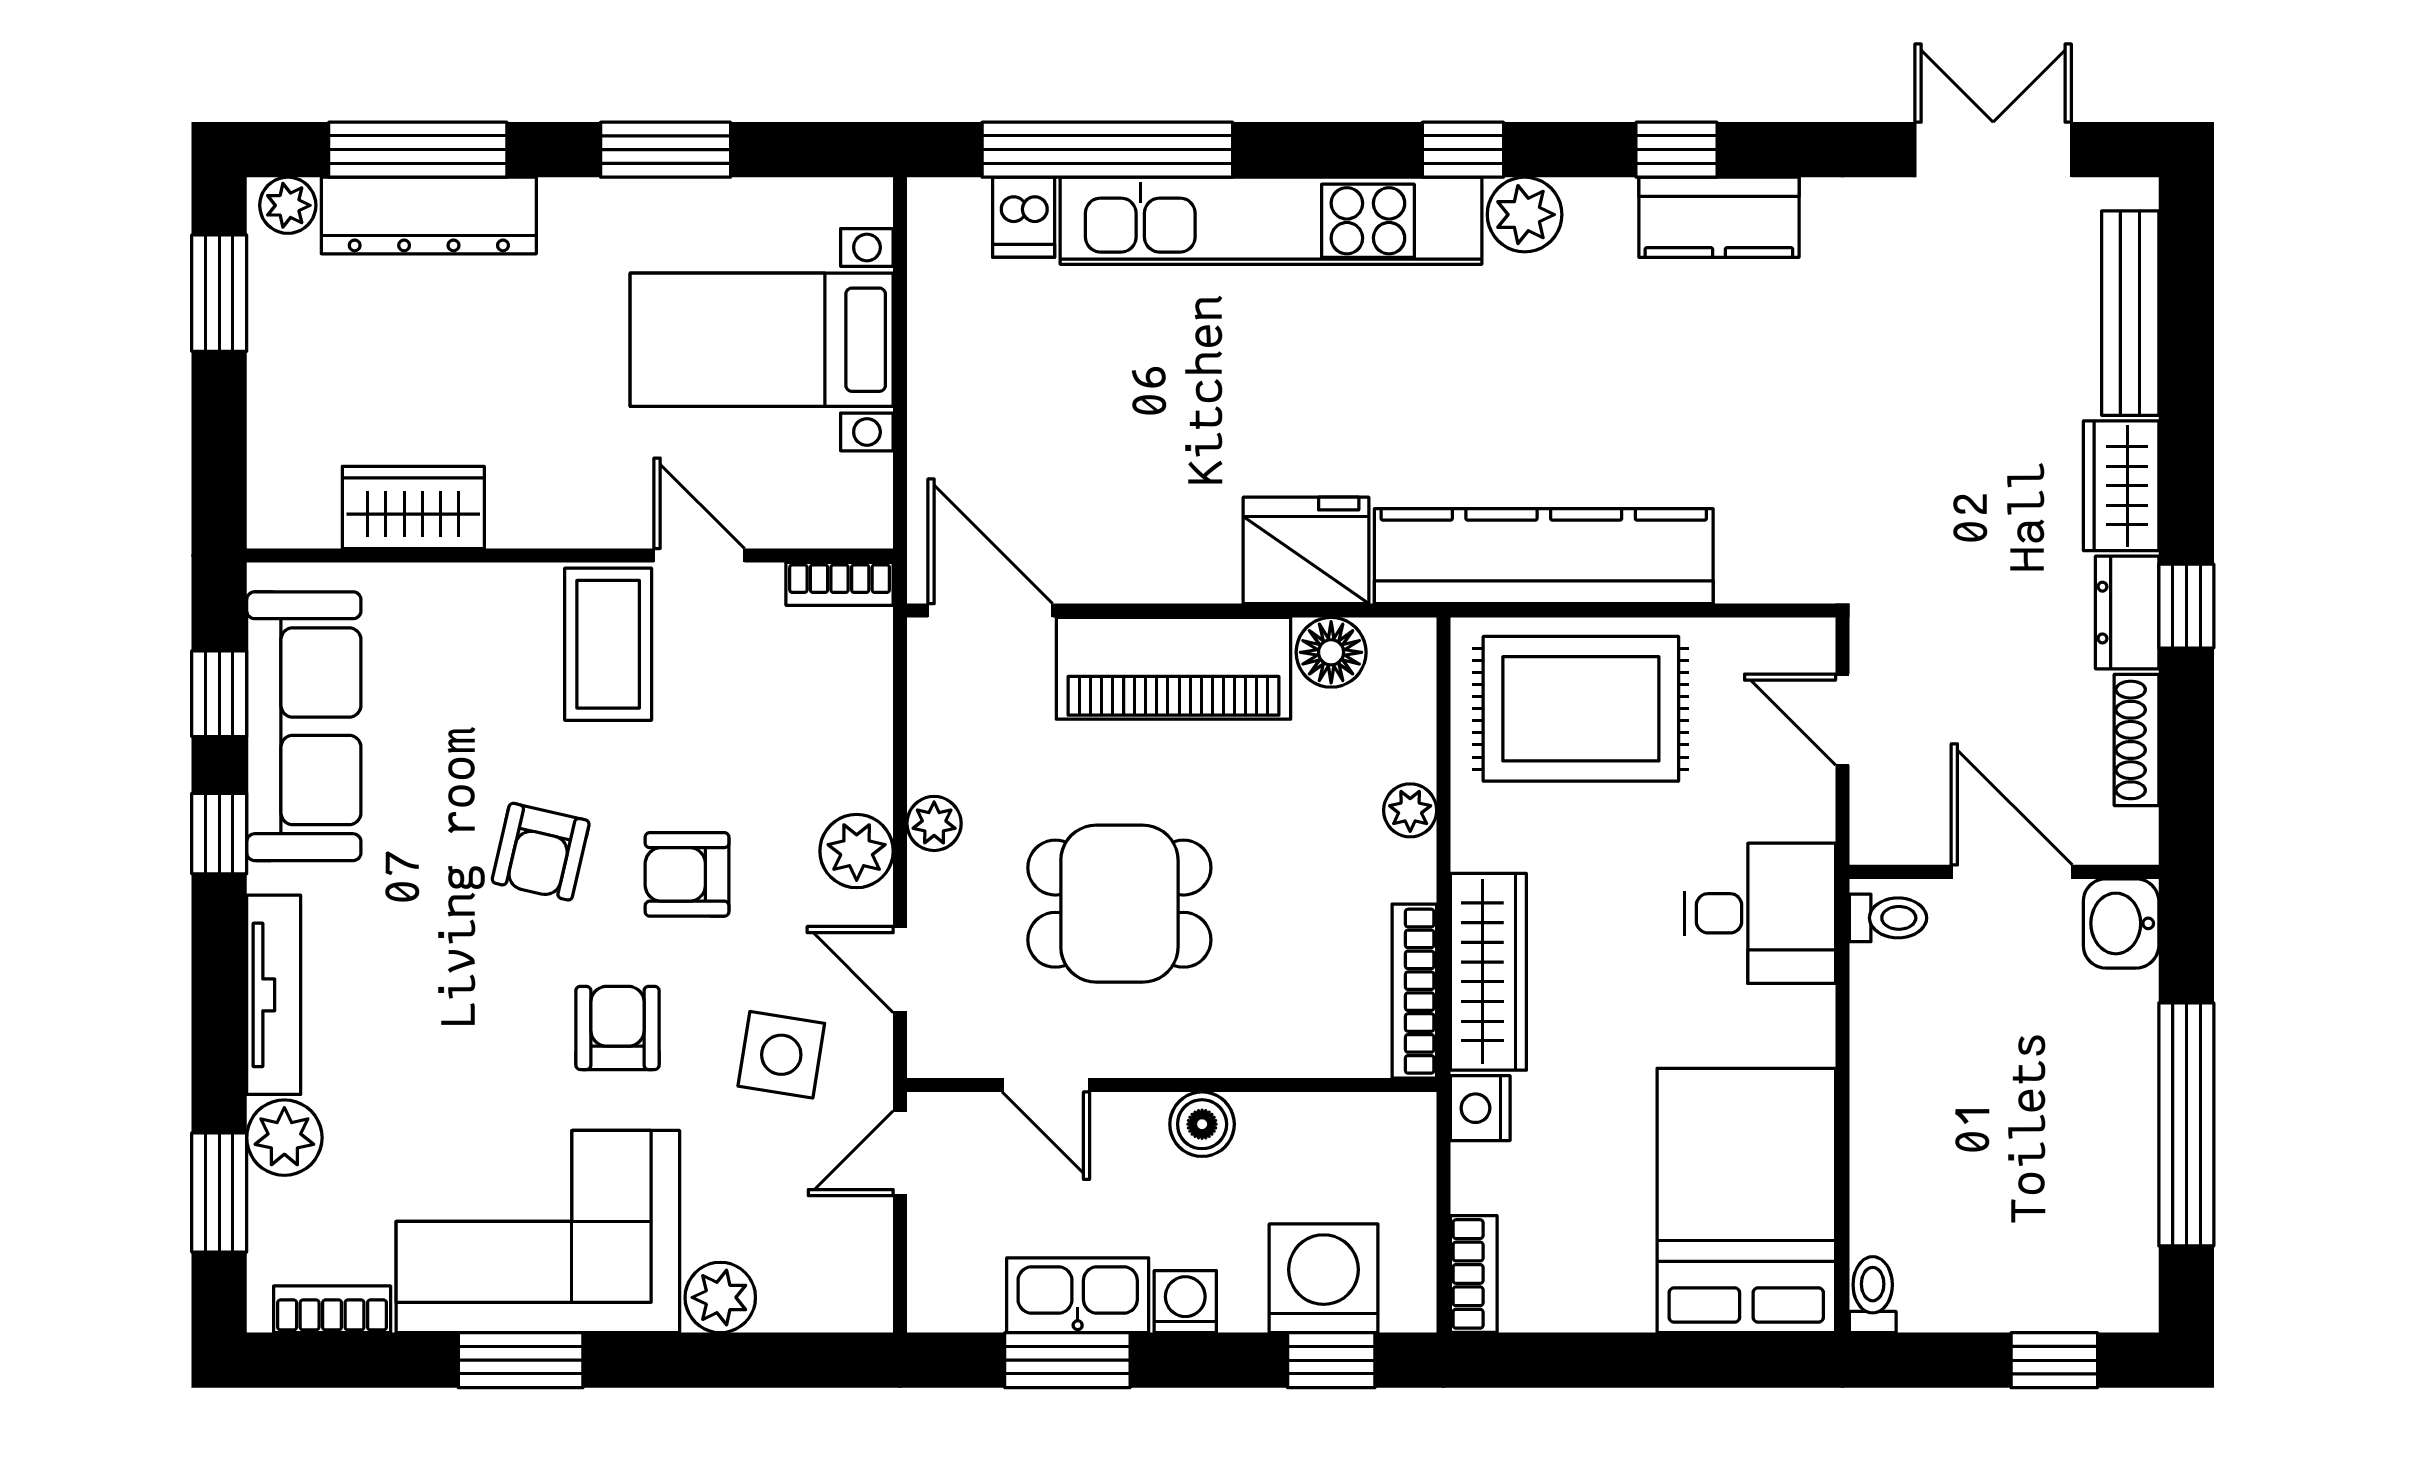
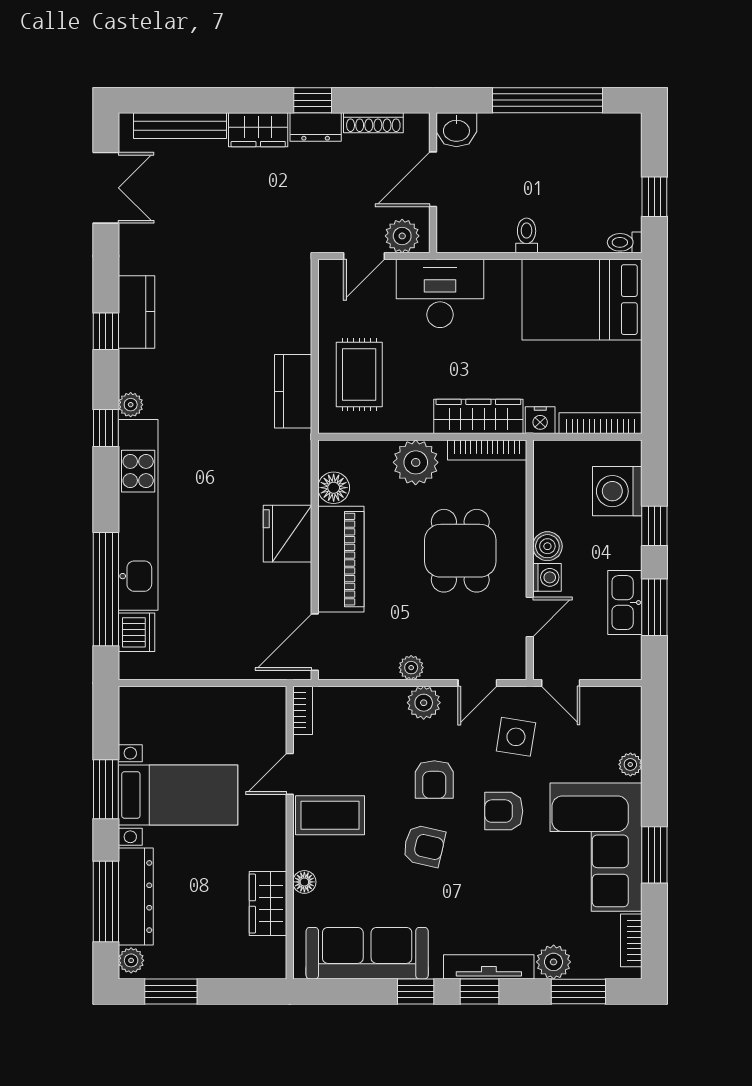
double door: (1993, 150) -> (106, 188), swing flipped
plant: (1525, 215) -> (131, 405), width x0.73, depth x0.73
dishwasher: (1024, 217) -> (136, 632), width x1.38
bed with nightstands: (762, 340) -> (178, 795), moved, turned -90
fridge: (1306, 550) -> (287, 534), moved
kitchen counter: (1544, 556) -> (293, 391), width x0.48, depth x0.86
floor lamp: (461, 588) -> (304, 882), added
window: (219, 694) -> (480, 992), moved
rug: (1581, 709) -> (359, 375), width x0.73, depth x0.70
plant: (1887, 804) -> (402, 236), added
plant: (1410, 810) -> (416, 462), width x1.88, depth x1.88
dining table: (1119, 904) -> (460, 551), moved
desk: (1760, 913) -> (440, 293), width x1.37
toilet: (1888, 918) -> (527, 235), moved
bookcase: (1474, 1274) -> (600, 423), width x1.56
plant: (720, 1297) -> (630, 764), width x0.73, depth x0.73
washing machine: (1185, 1302) -> (547, 577), moved, turned 180
window: (1331, 1360) -> (654, 526), moved
window: (2054, 1360) -> (654, 197), moved

